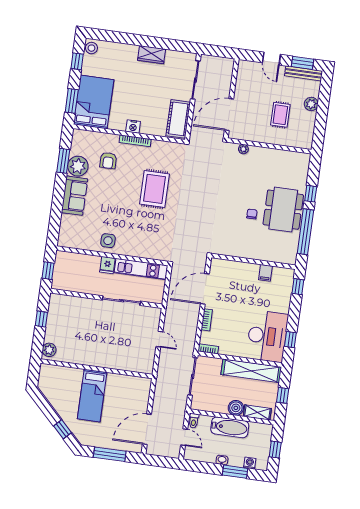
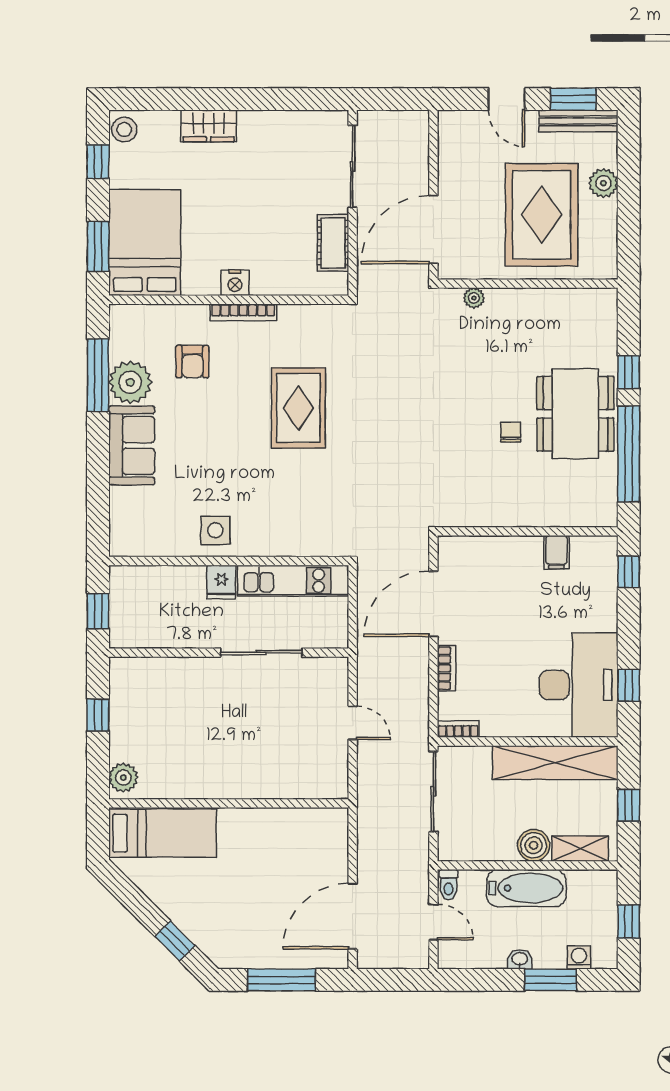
wardrobe: (152, 55) -> (209, 126), moved
rug: (280, 115) -> (542, 215), width x1.86, depth x2.06
cot: (178, 119) -> (333, 243), width x0.73, depth x0.75
window: (63, 161) -> (98, 375), width x1.44
bed: (92, 395) -> (162, 833), moved, turned -90

